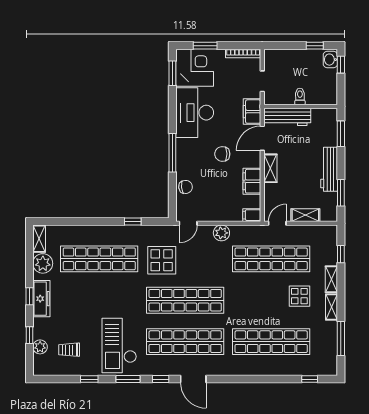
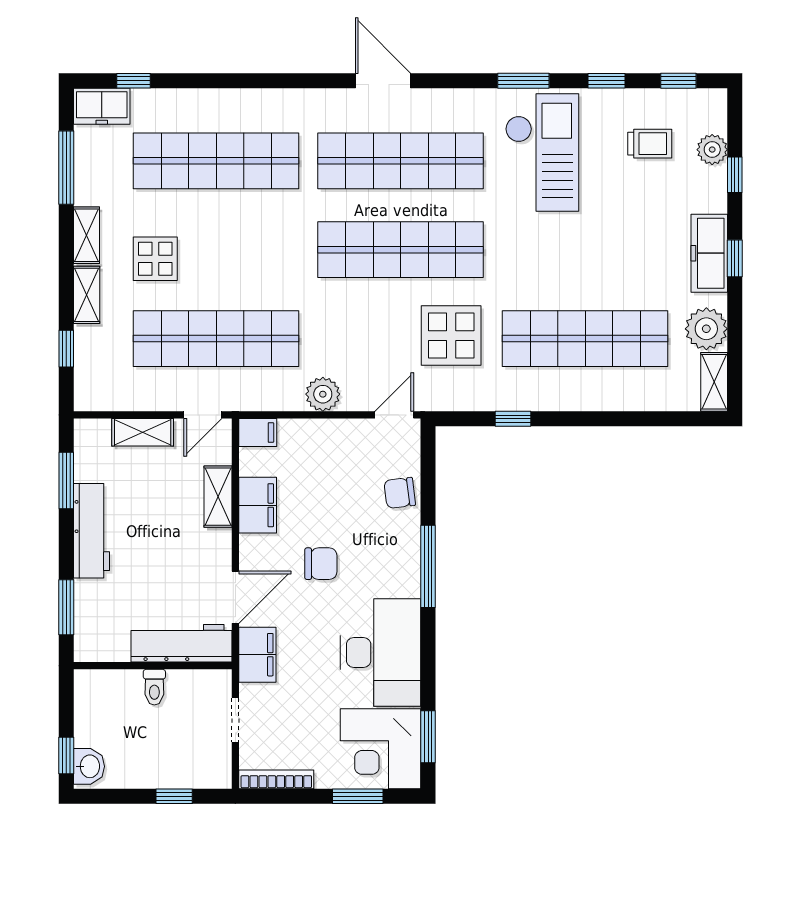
window: (315, 46) -> (174, 796), moved
shelving: (270, 168) -> (218, 497), moved
freezer: (324, 367) -> (102, 106), added
window: (161, 379) -> (678, 81), moved

